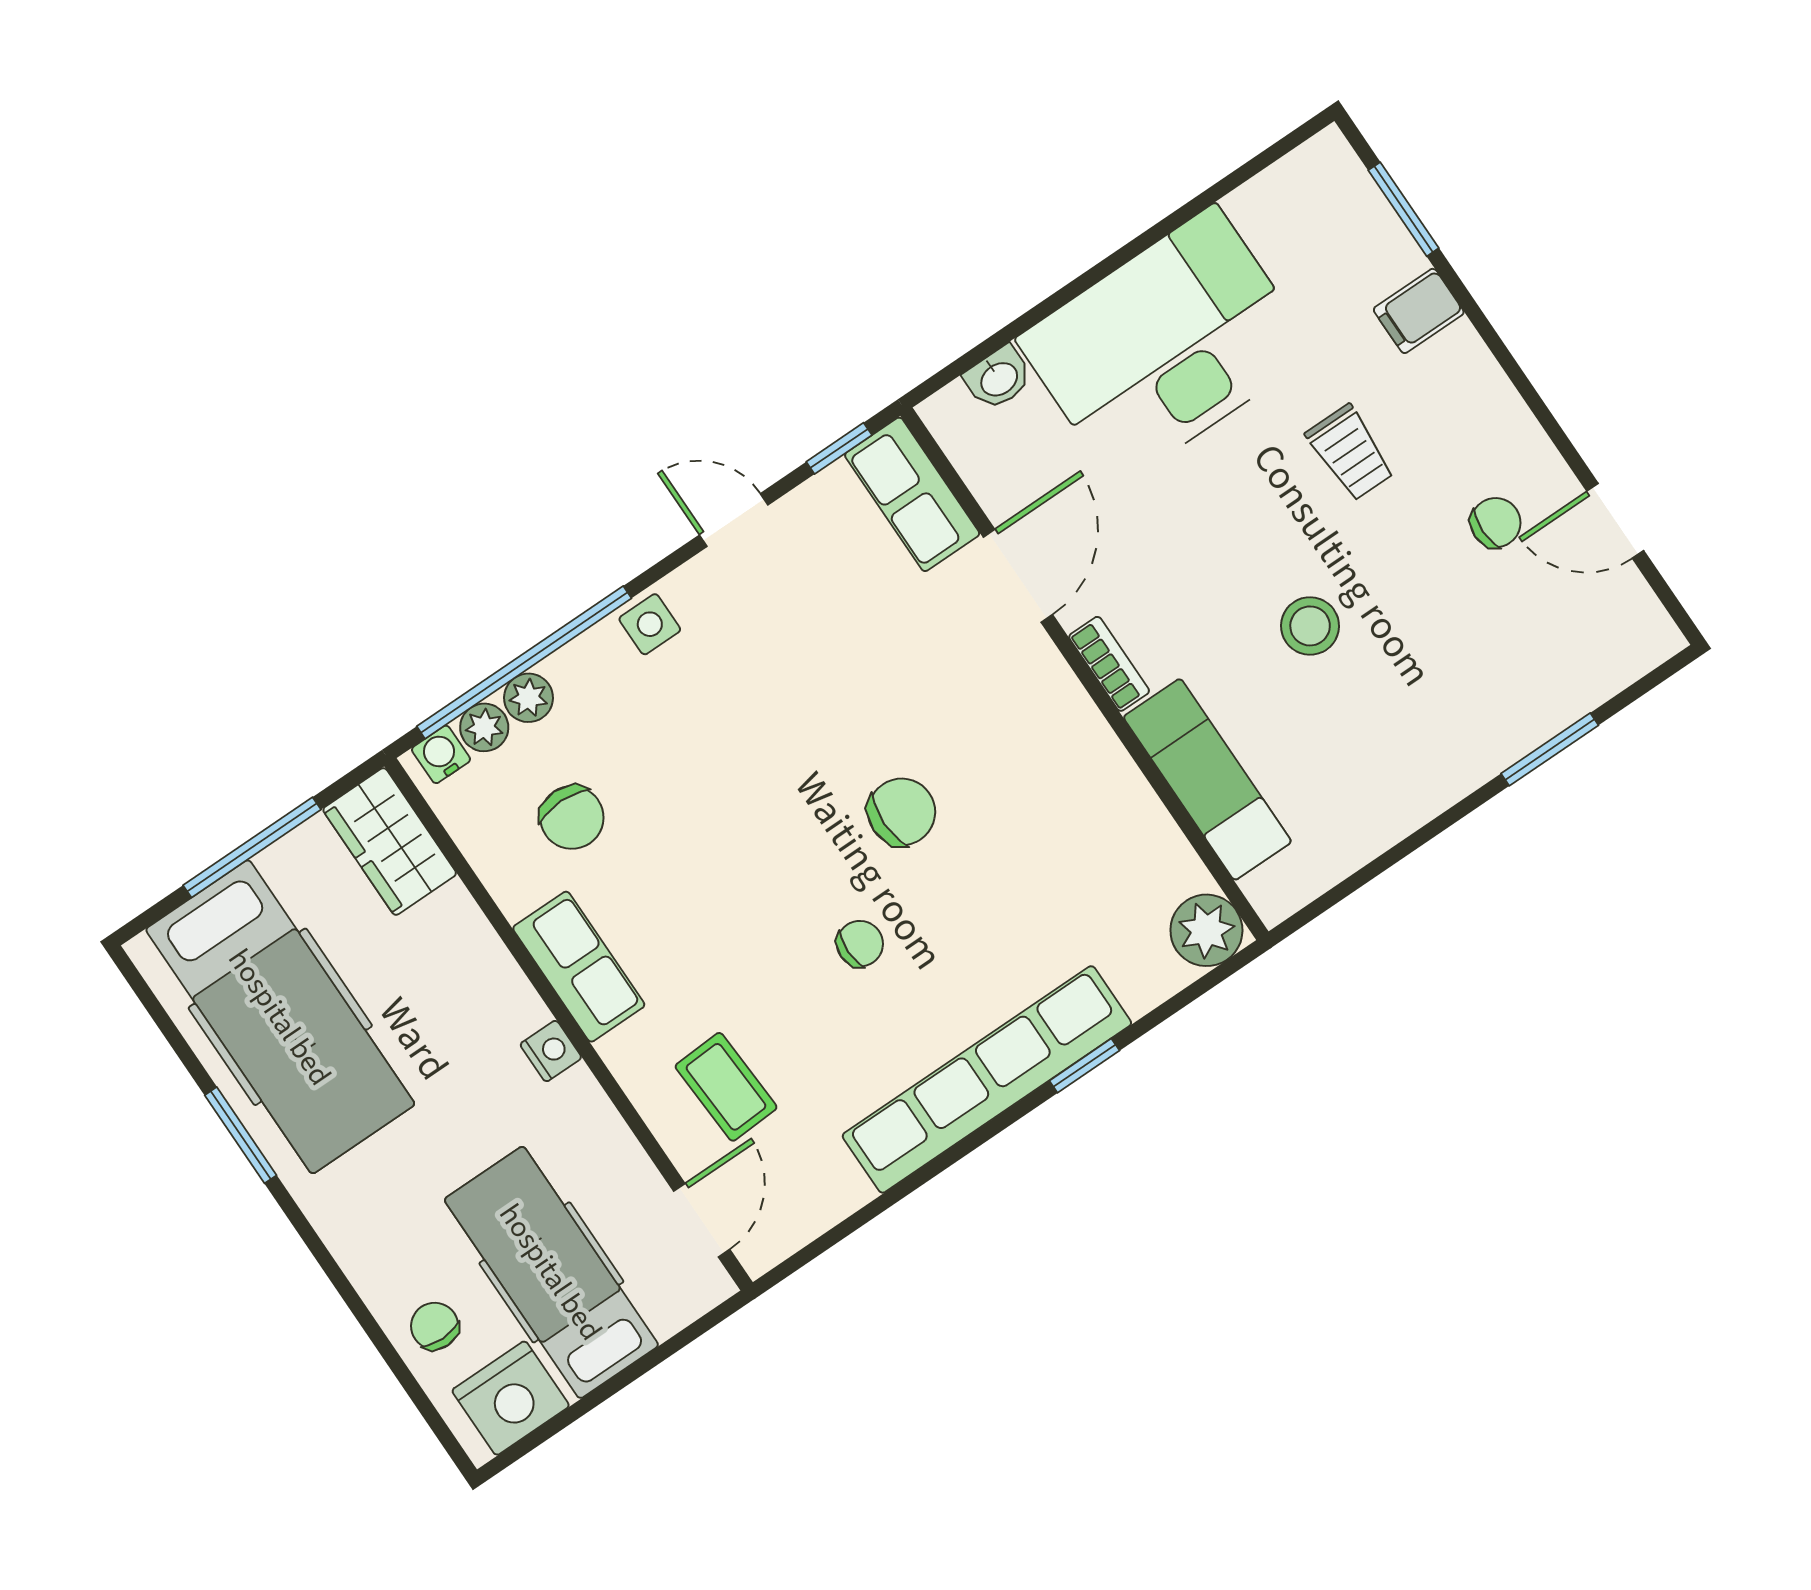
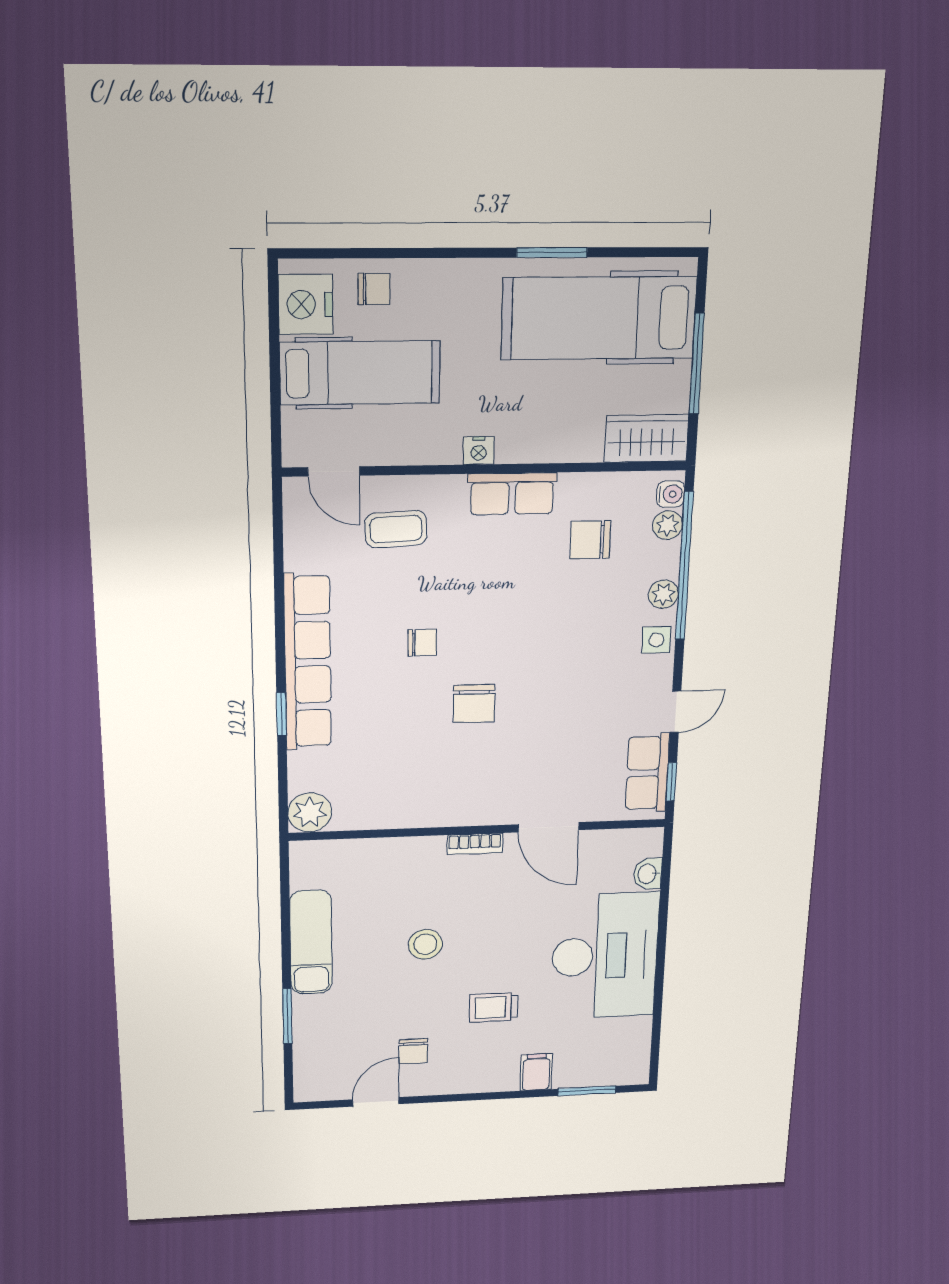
row of seats: (912, 494) -> (647, 773), moved, turned -90
plant: (528, 698) -> (663, 594), moved
exam couch: (1207, 779) -> (311, 942), moved, turned -90
chair: (860, 944) -> (422, 643), turned -90

